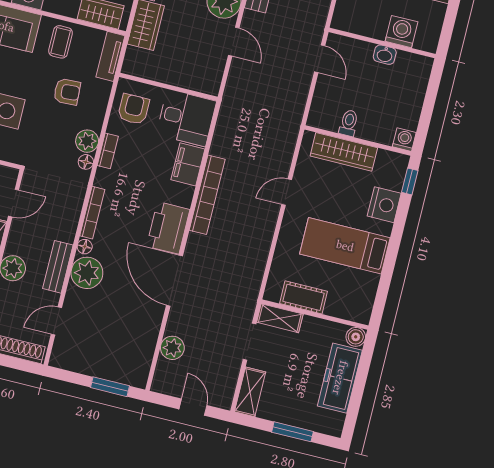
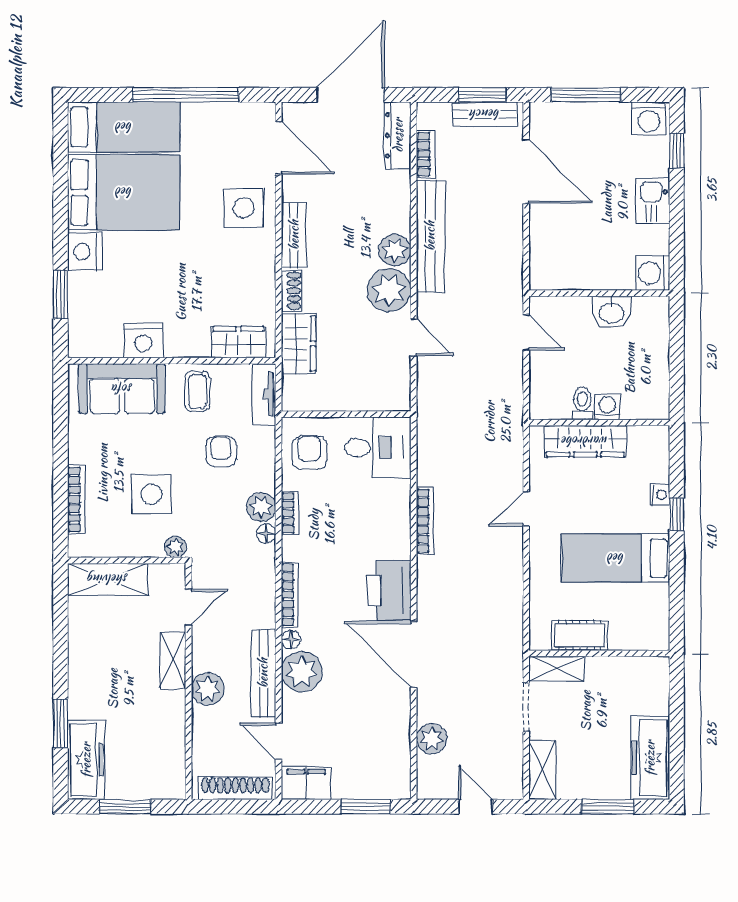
washing machine: (401, 32) -> (652, 273), moved, turned -90
washbasin: (385, 55) -> (612, 312), width x1.38, depth x1.45
armchair: (67, 92) -> (221, 452), turned -87
washing machine: (404, 140) -> (607, 407), moved
plant: (15, 155) -> (175, 547), added
filing cabinet: (188, 164) -> (306, 783), moved, turned 90
window: (410, 181) -> (677, 515), moved
bookcase: (207, 195) -> (425, 521), width x0.68, depth x0.76
nightstand: (384, 205) -> (660, 495), width x0.53, depth x0.56
bench: (58, 267) -> (263, 673), width x1.36
door: (56, 321) -> (279, 741), hinge flipped
boiler: (356, 337) -> (657, 669), removed
freezer: (340, 378) -> (650, 758), moved

